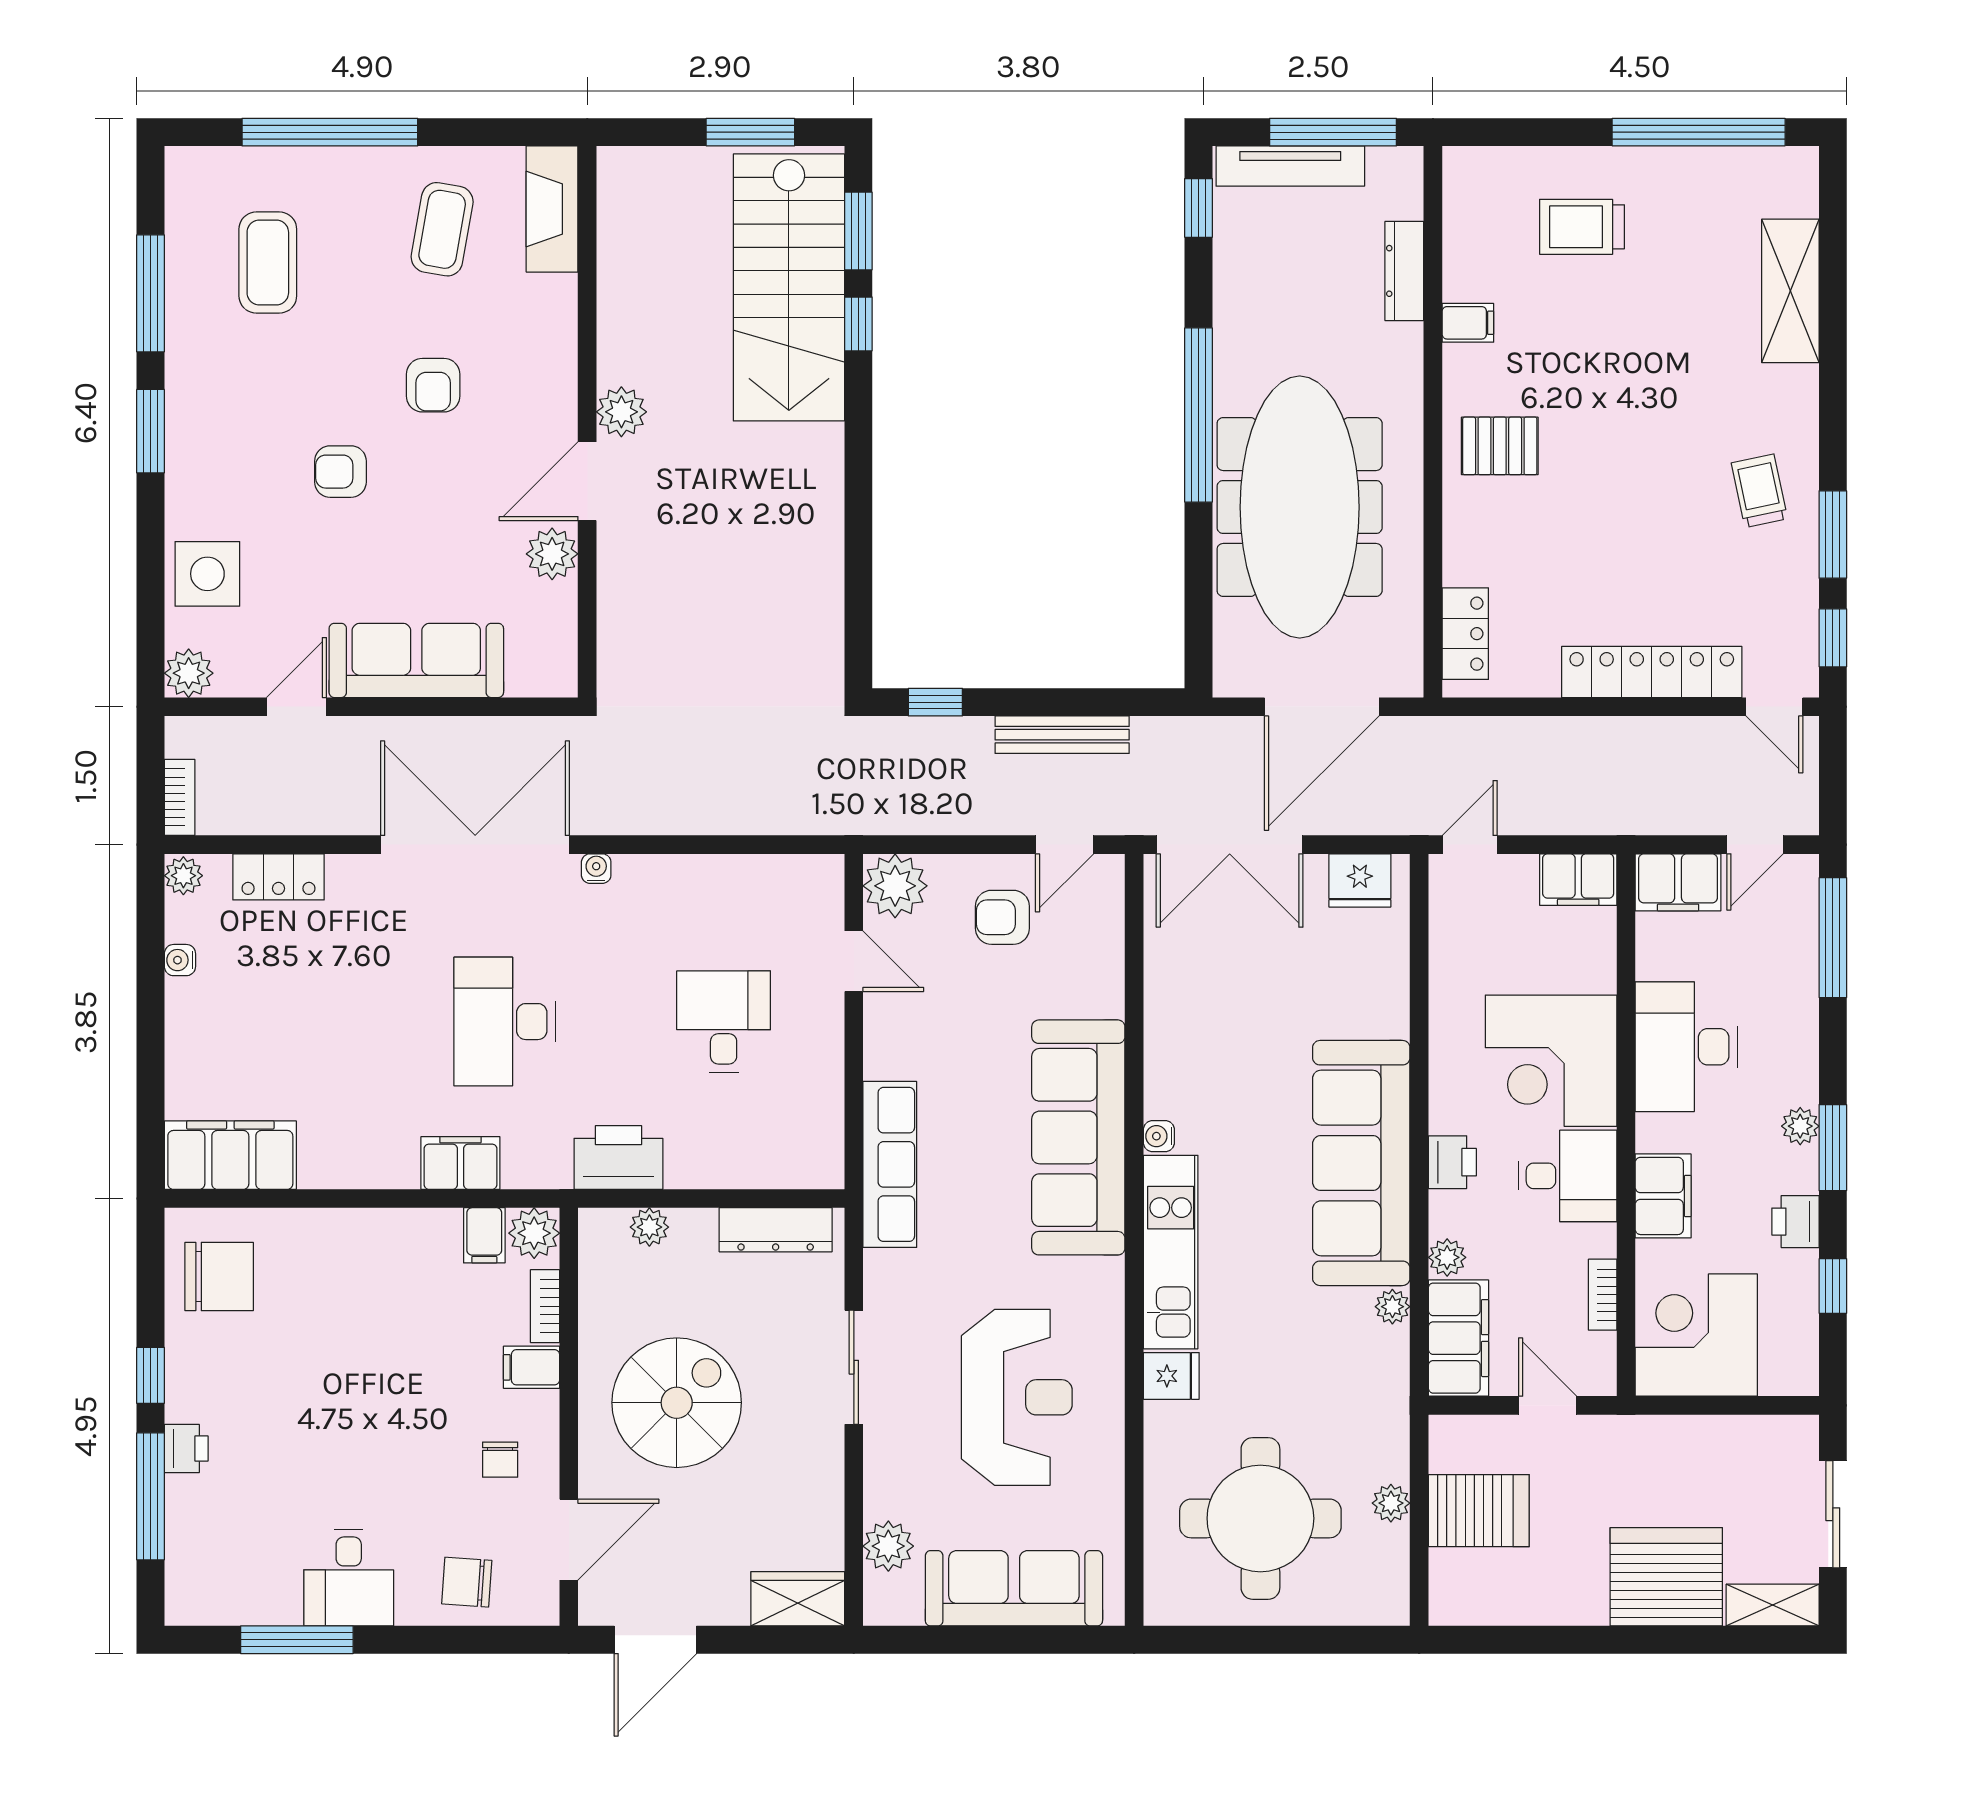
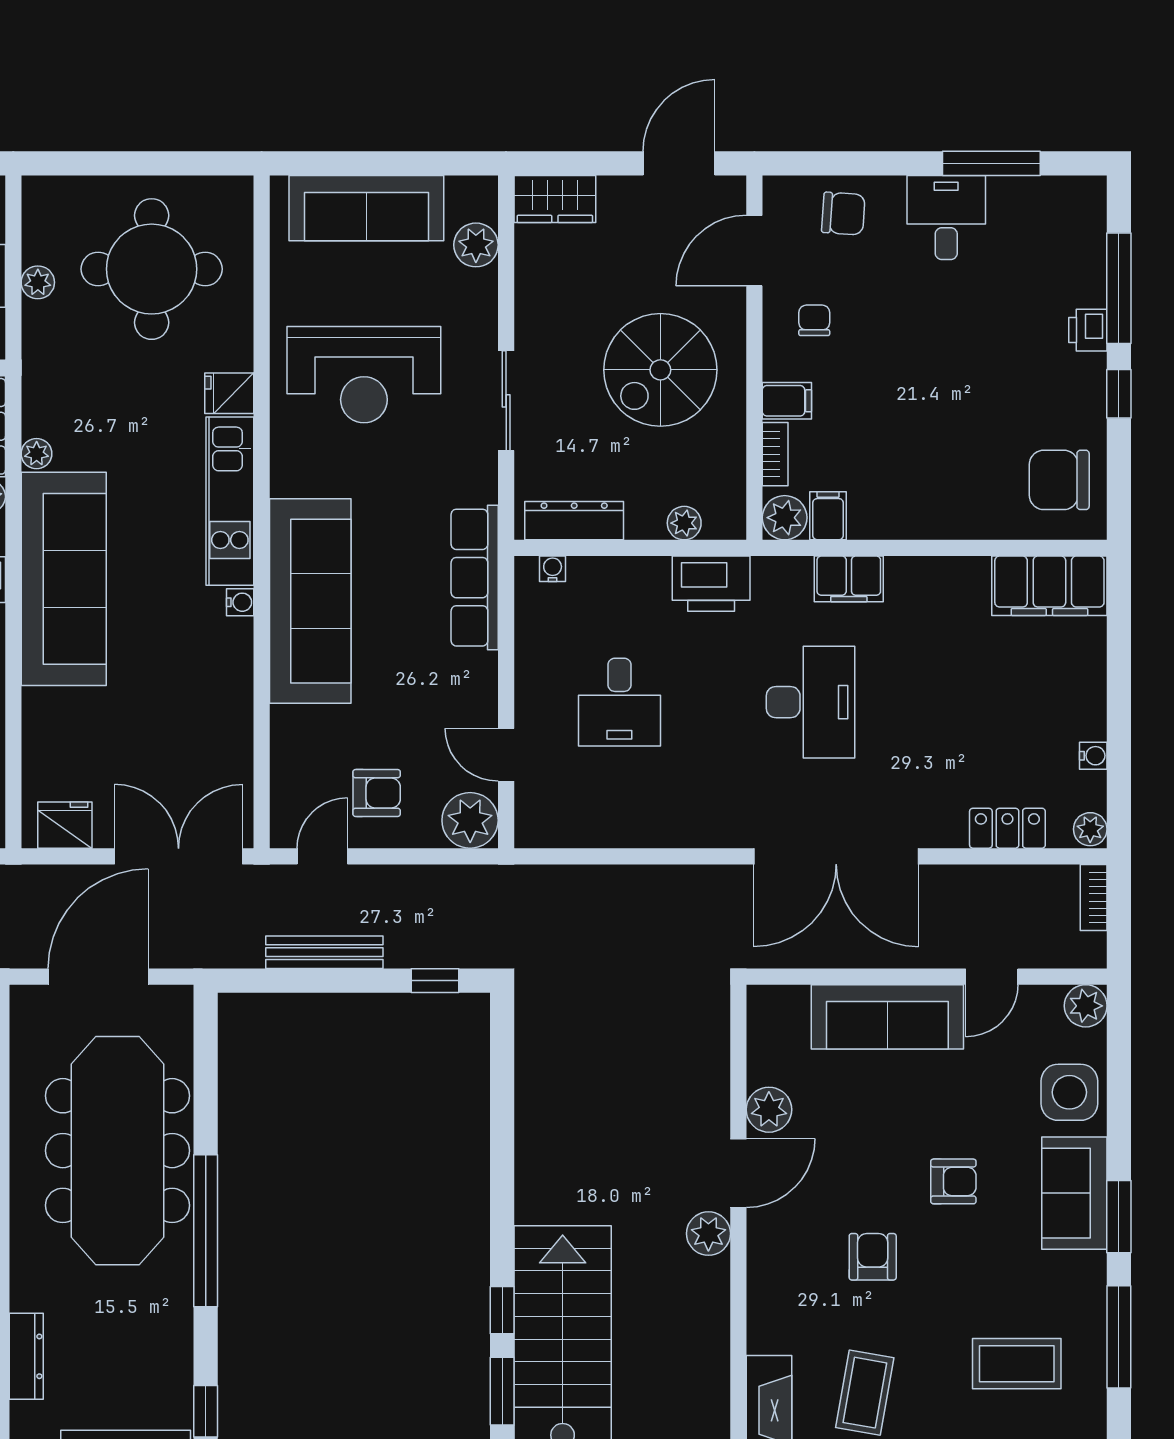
coffee table: (268, 263) -> (1017, 1364), turned 90
sofa: (202, 458) -> (1074, 1193), added
water cooler: (596, 869) -> (553, 569), moved, turned 180
reception desk: (1017, 1397) -> (364, 375), turned -90

